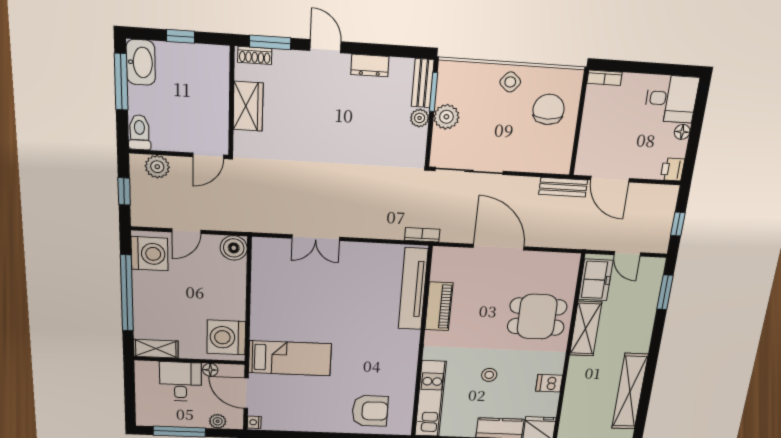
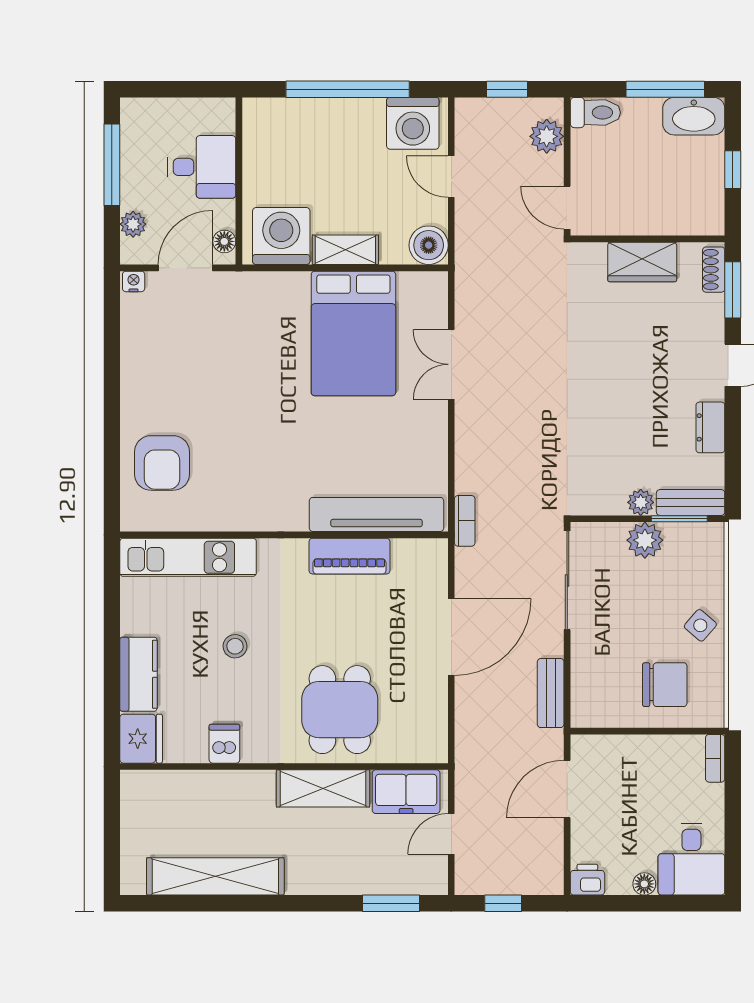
bench: (563, 187) -> (551, 693), moved
shelving: (156, 349) -> (345, 250), moved, turned 90
bed: (290, 358) -> (353, 333), moved, width x1.50
floor lamp: (210, 370) -> (224, 241), moved

